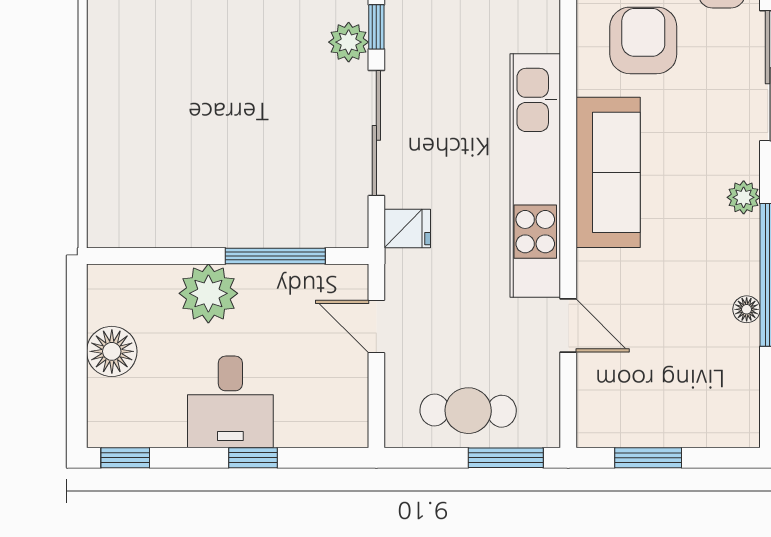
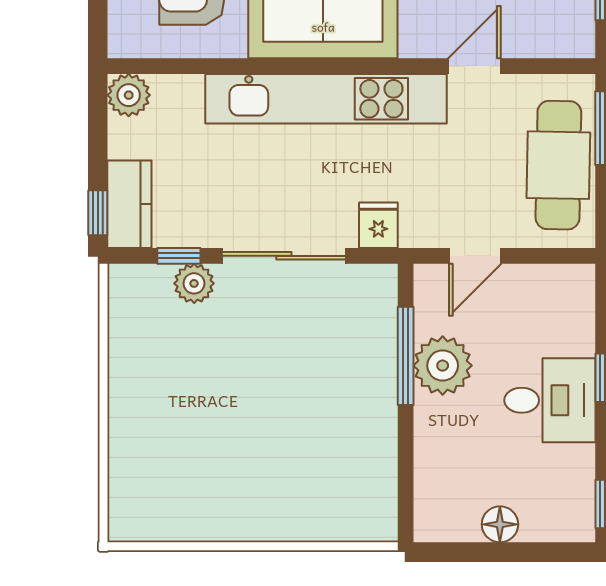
plant: (208, 293) -> (443, 366), moved
floor lamp: (112, 351) -> (500, 524), width x0.73, depth x0.73
cafe table: (468, 411) -> (558, 165), width x1.37, depth x1.35

